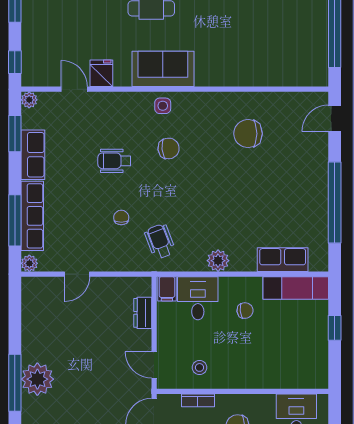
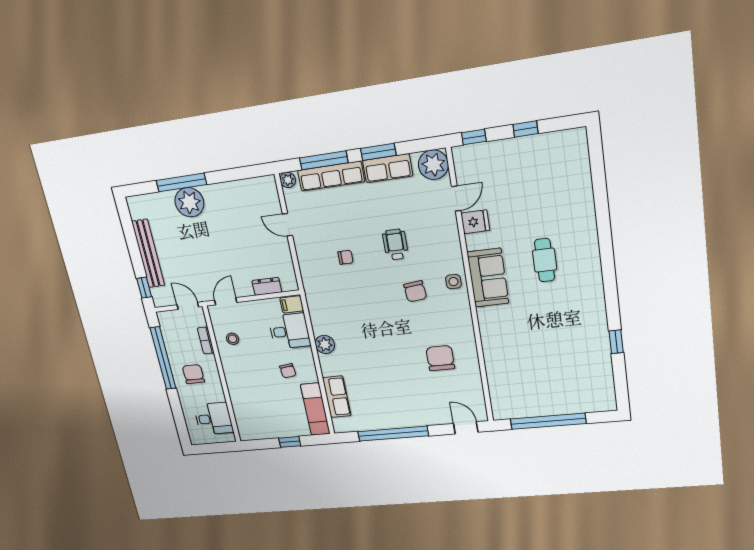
plant: (29, 100) -> (433, 165), width x1.88, depth x1.88
window: (15, 134) -> (378, 152), moved
wheelchair: (160, 241) -> (331, 294), removed

